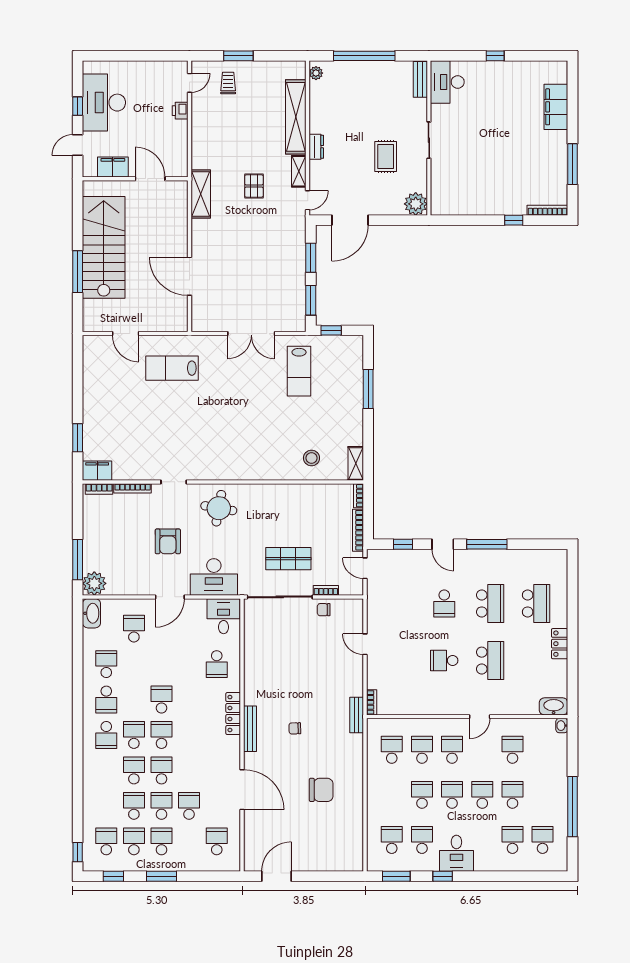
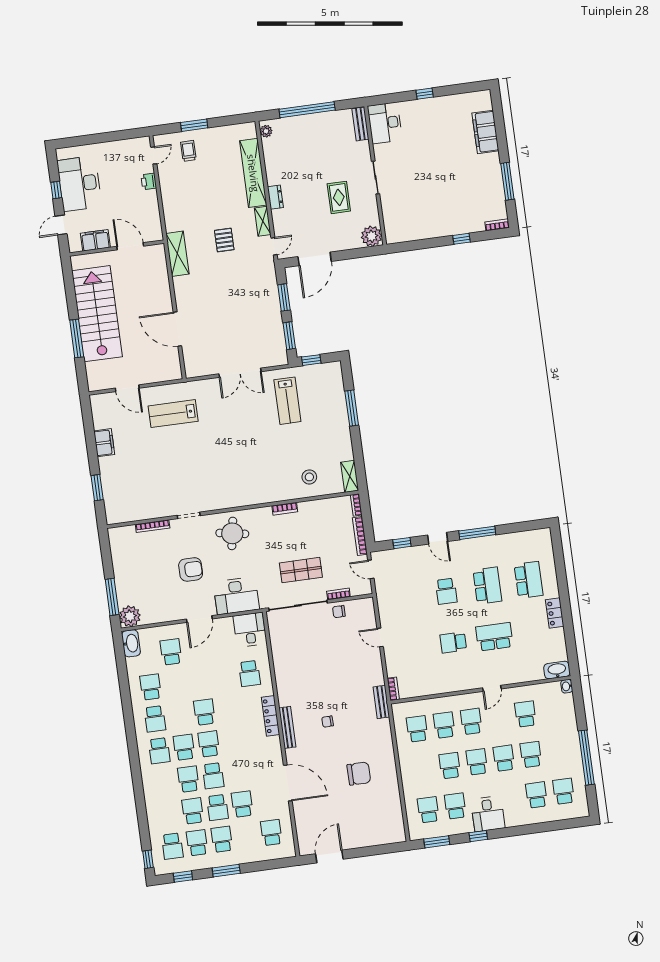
bookcase: (547, 210) -> (497, 225), width x0.64
filing cabinet: (97, 471) -> (104, 443), moved, turned 90
bookcase: (99, 489) -> (285, 509), moved
armchair: (168, 541) -> (191, 569), turned -90
school desk: (490, 661) -> (494, 637), turned -90
school desk: (161, 770) -> (213, 776), turned 180
school desk: (161, 806) -> (217, 808), turned 180
school desk: (106, 841) -> (172, 846), turned 180

